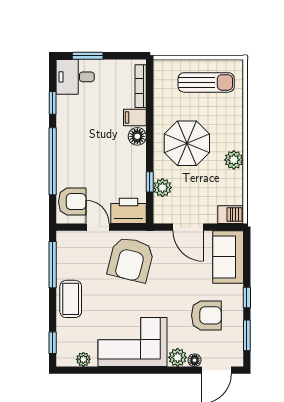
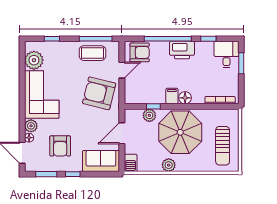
filing cabinet: (135, 117) -> (172, 96), moved
parasol: (187, 143) -> (180, 132), width x1.36, depth x1.36
armchair: (72, 202) -> (140, 52), turned -90
printer: (129, 211) -> (182, 50), moved, turned 90
coffee table: (71, 299) -> (92, 53), moved
window: (53, 343) -> (52, 39), moved
plant: (83, 359) -> (34, 60), width x1.88, depth x1.88

